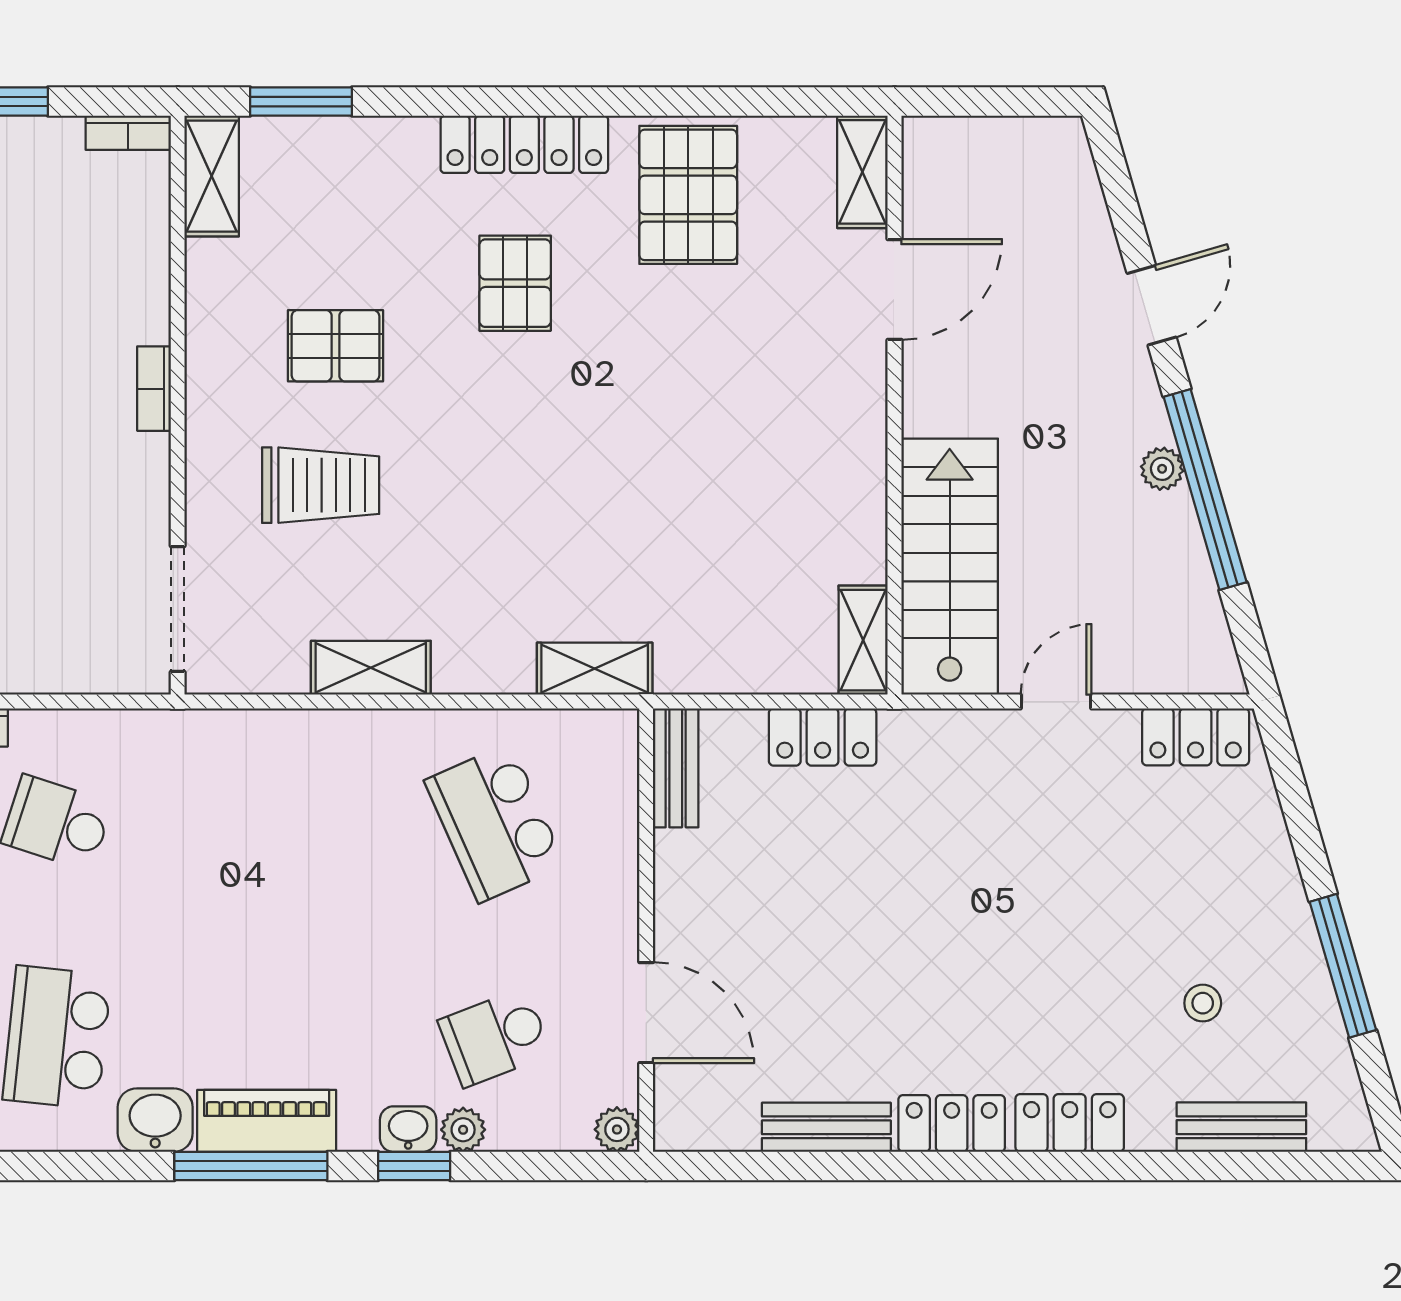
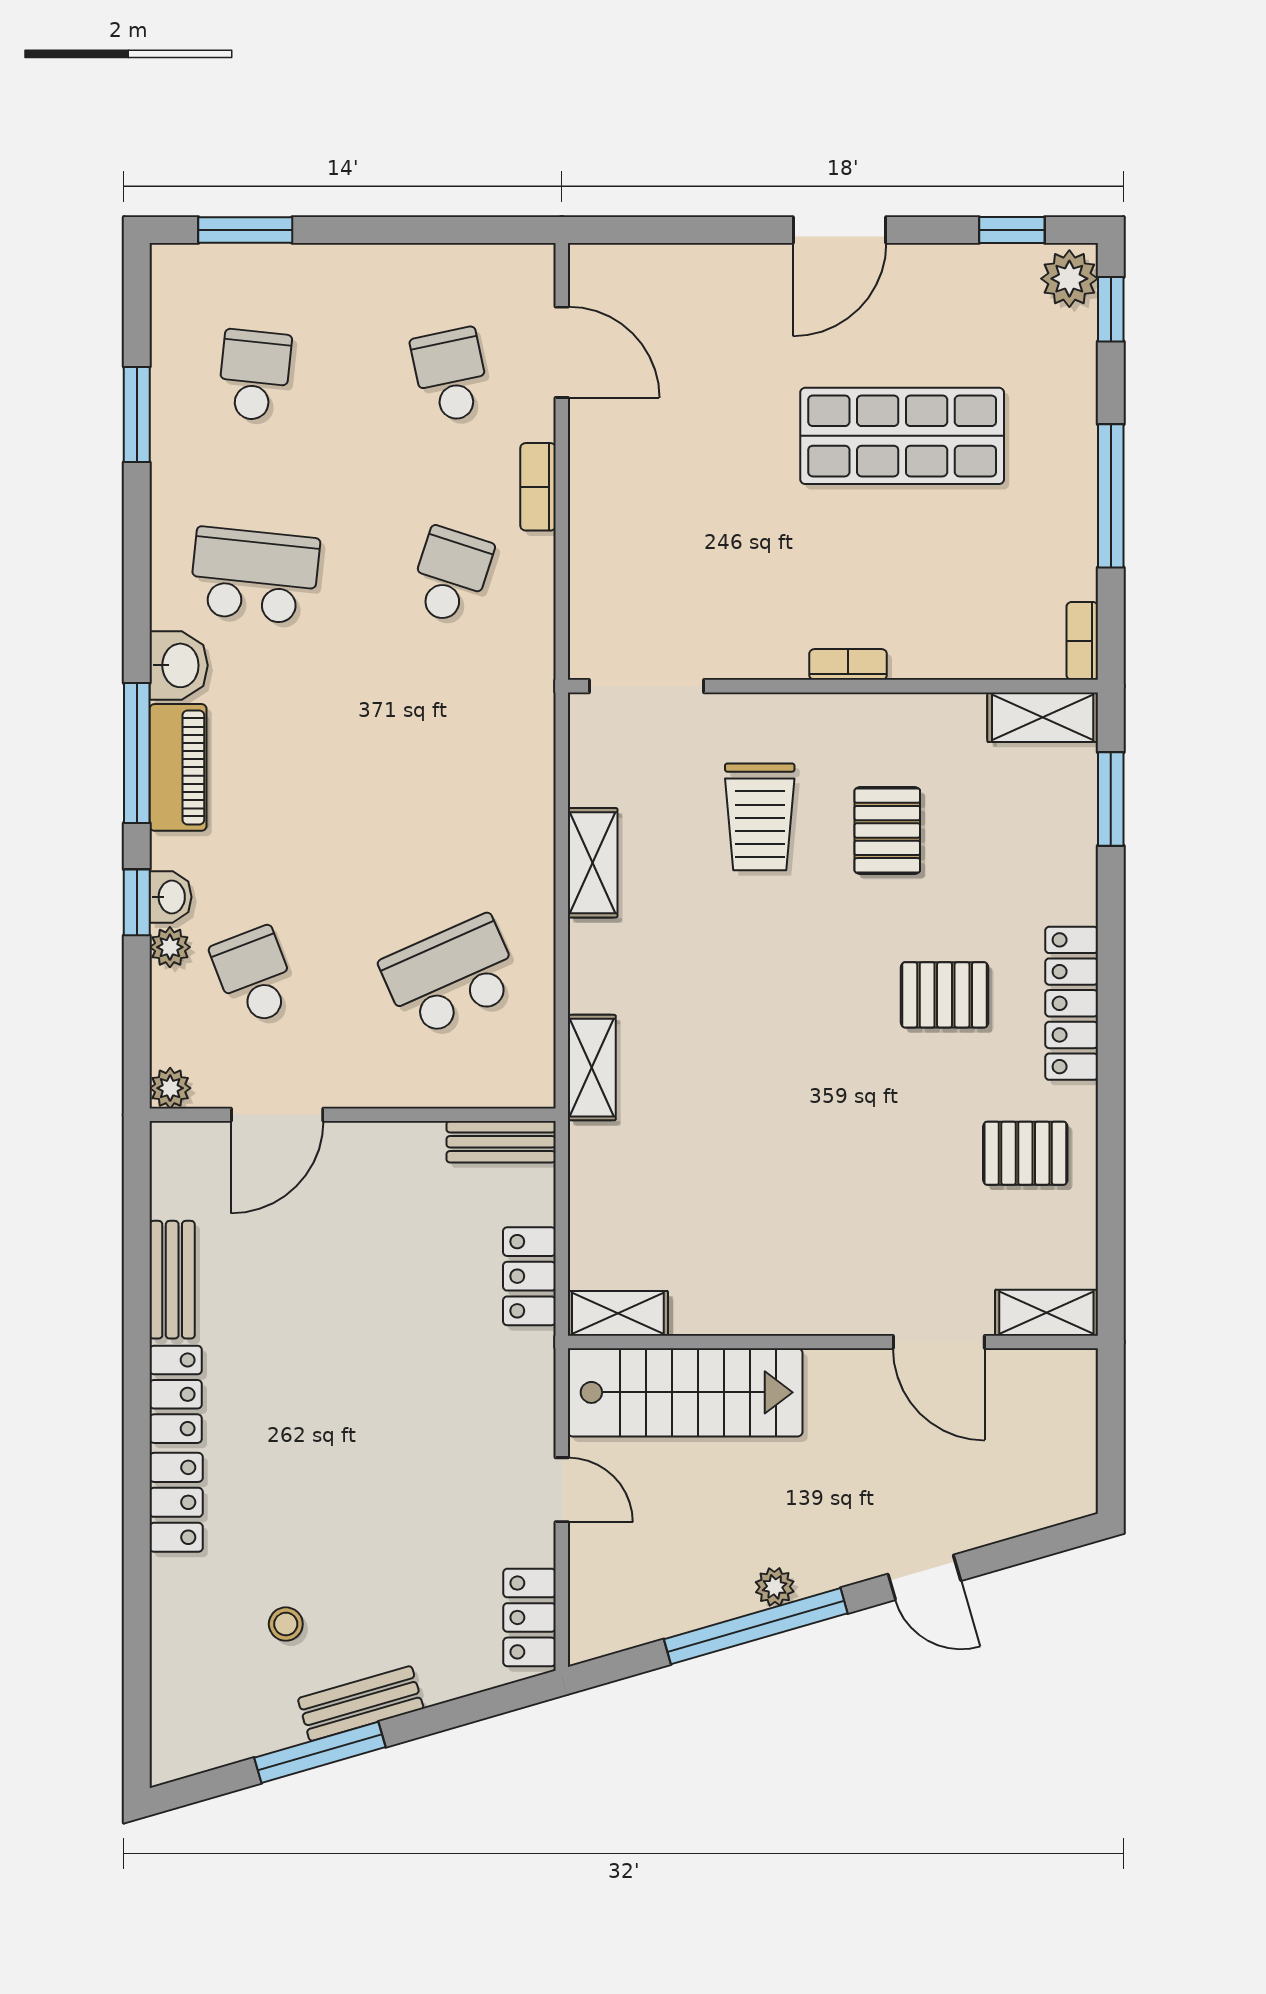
pallet: (688, 195) -> (1025, 1153), width x0.67, depth x0.71
bench: (1241, 1127) -> (361, 1704), moved, turned 74

